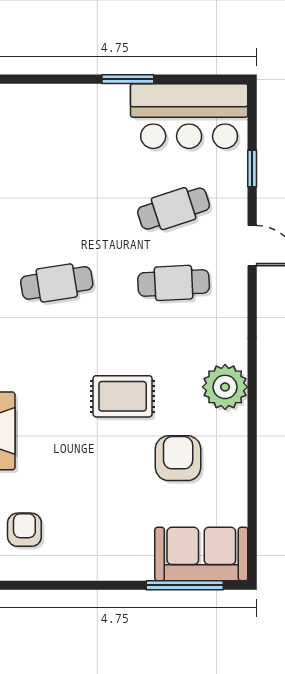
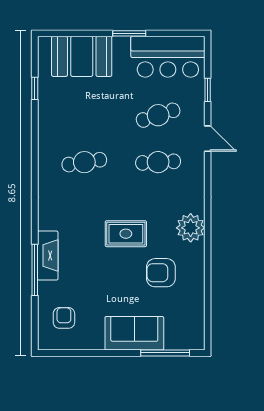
booth: (53, 115) -> (82, 56), added
armchair: (178, 458) -> (161, 273), turned -90
sofa: (201, 554) -> (134, 333), moved

